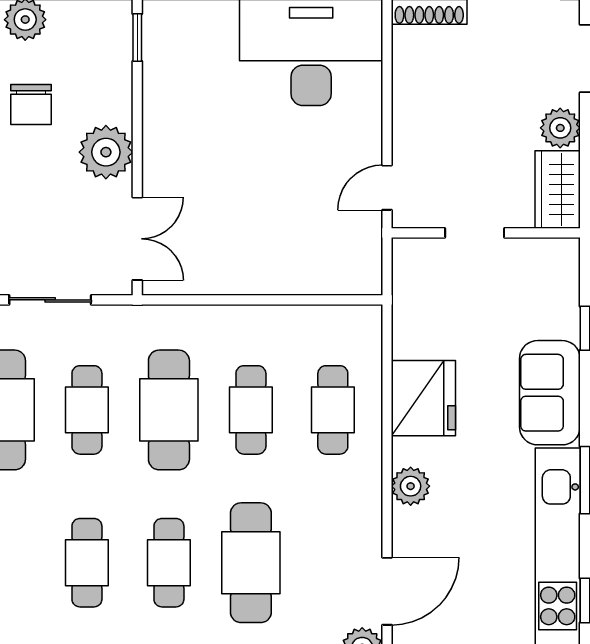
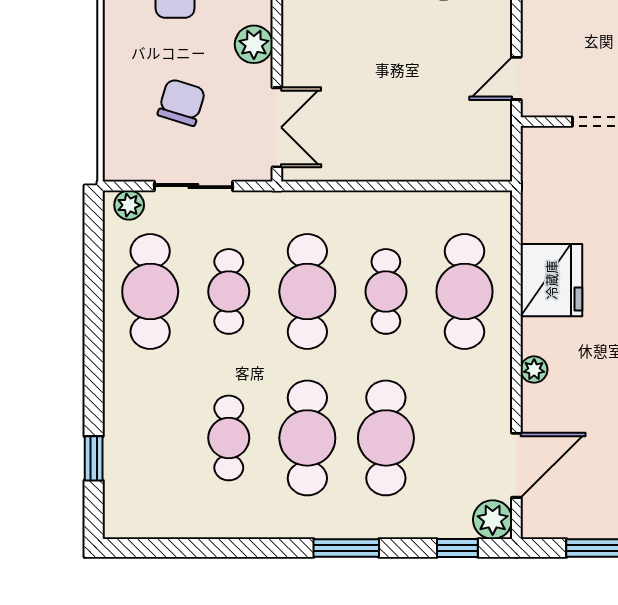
plant: (106, 152) -> (254, 44), width x0.73, depth x0.73
chair: (38, 213) -> (181, 102), added
cafe table: (333, 410) -> (465, 291), width x1.37, depth x1.35
plant: (411, 486) -> (534, 370), width x0.73, depth x0.73
cafe table: (169, 563) -> (307, 438), width x1.37, depth x1.35

